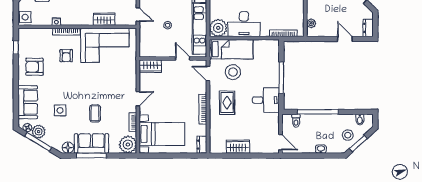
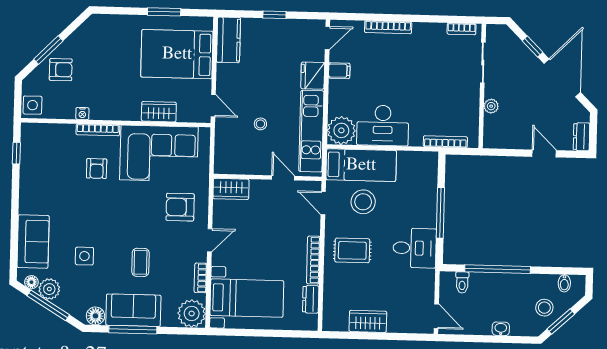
plant: (311, 23) -> (491, 106), moved
armchair: (35, 67) -> (180, 207), moved
rug: (227, 103) -> (352, 250), turned 90
dresser: (202, 145) -> (311, 299), moved

